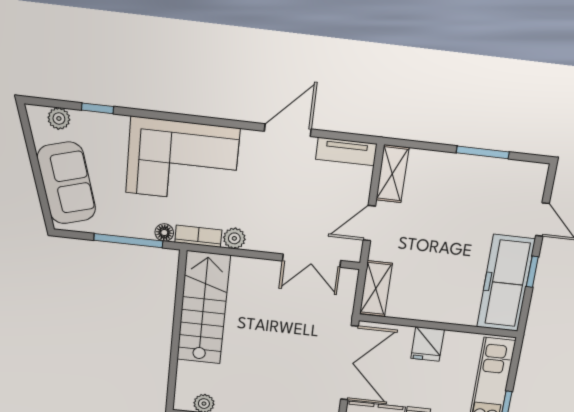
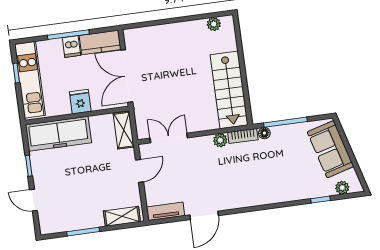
corner sofa: (183, 160) -> (263, 181), removed
shelving: (392, 174) -> (122, 216), moved, turned 90
freezer: (506, 283) -> (58, 134), moved, turned 90

